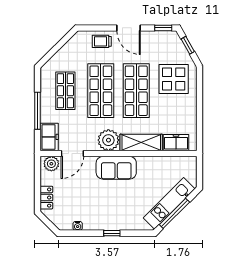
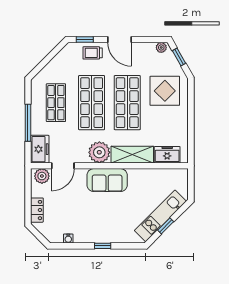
window: (163, 28) -> (85, 40), moved
plant: (170, 36) -> (161, 47), added
window: (174, 213) -> (166, 226), width x0.46

